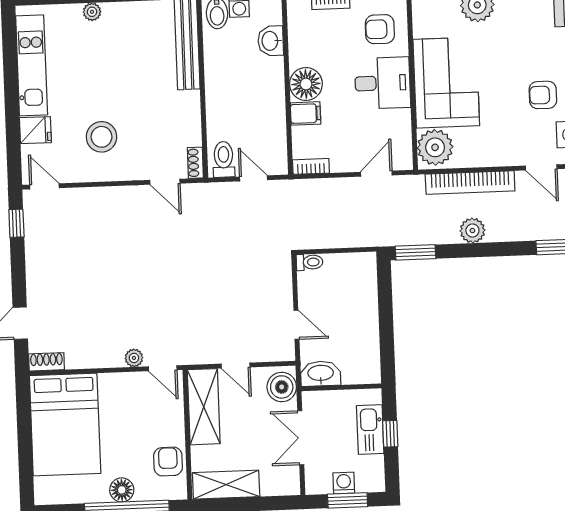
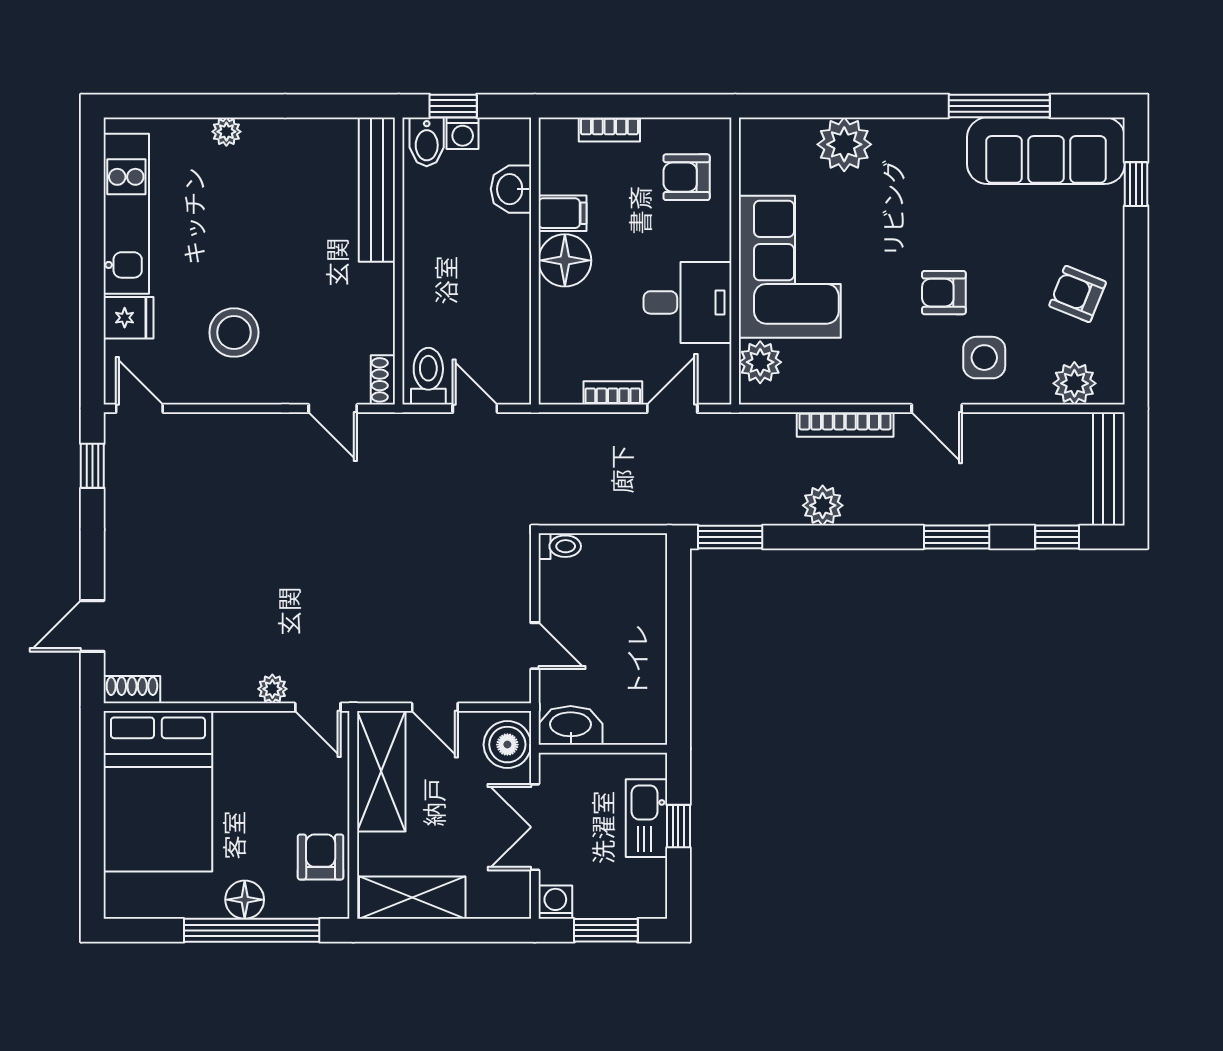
desk: (382, 83) -> (688, 302), moved
filing cabinet: (306, 113) -> (562, 213), moved
plant: (435, 147) -> (760, 362), width x0.73, depth x0.73
bookcase: (311, 166) -> (613, 393), moved
bookcase: (470, 183) -> (845, 425), width x0.68, depth x0.76
washing machine: (344, 483) -> (555, 902), moved

